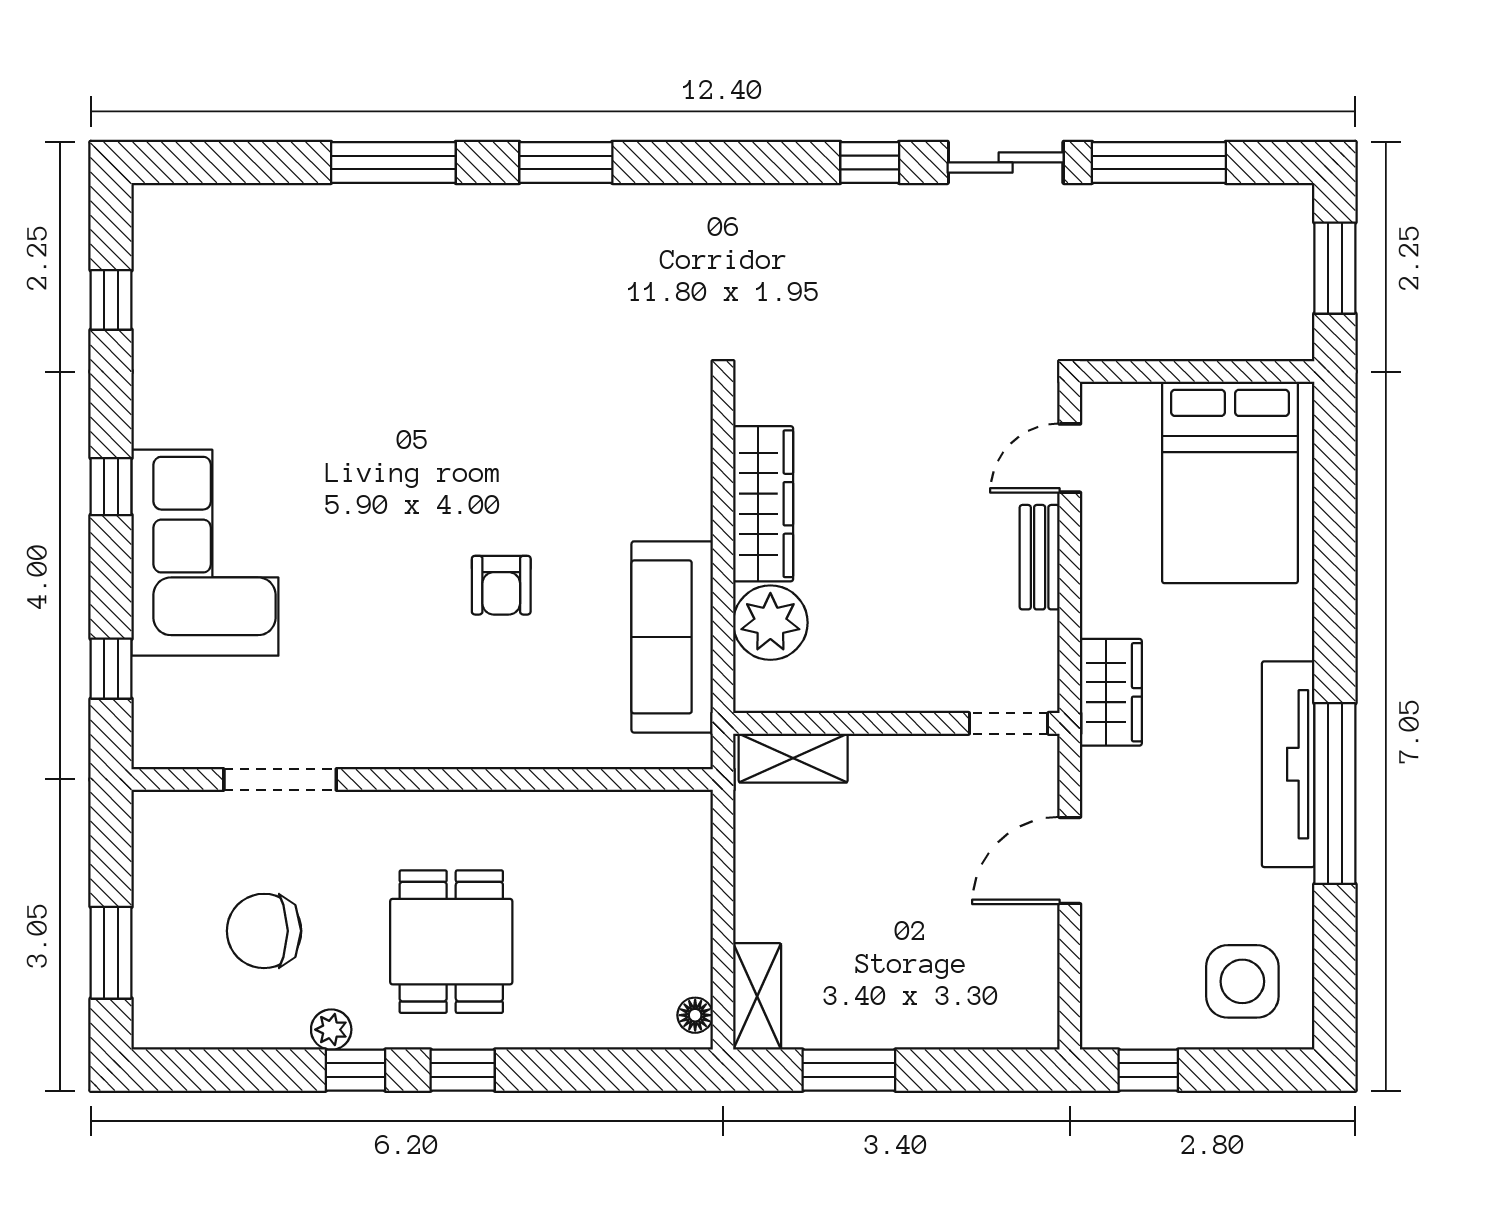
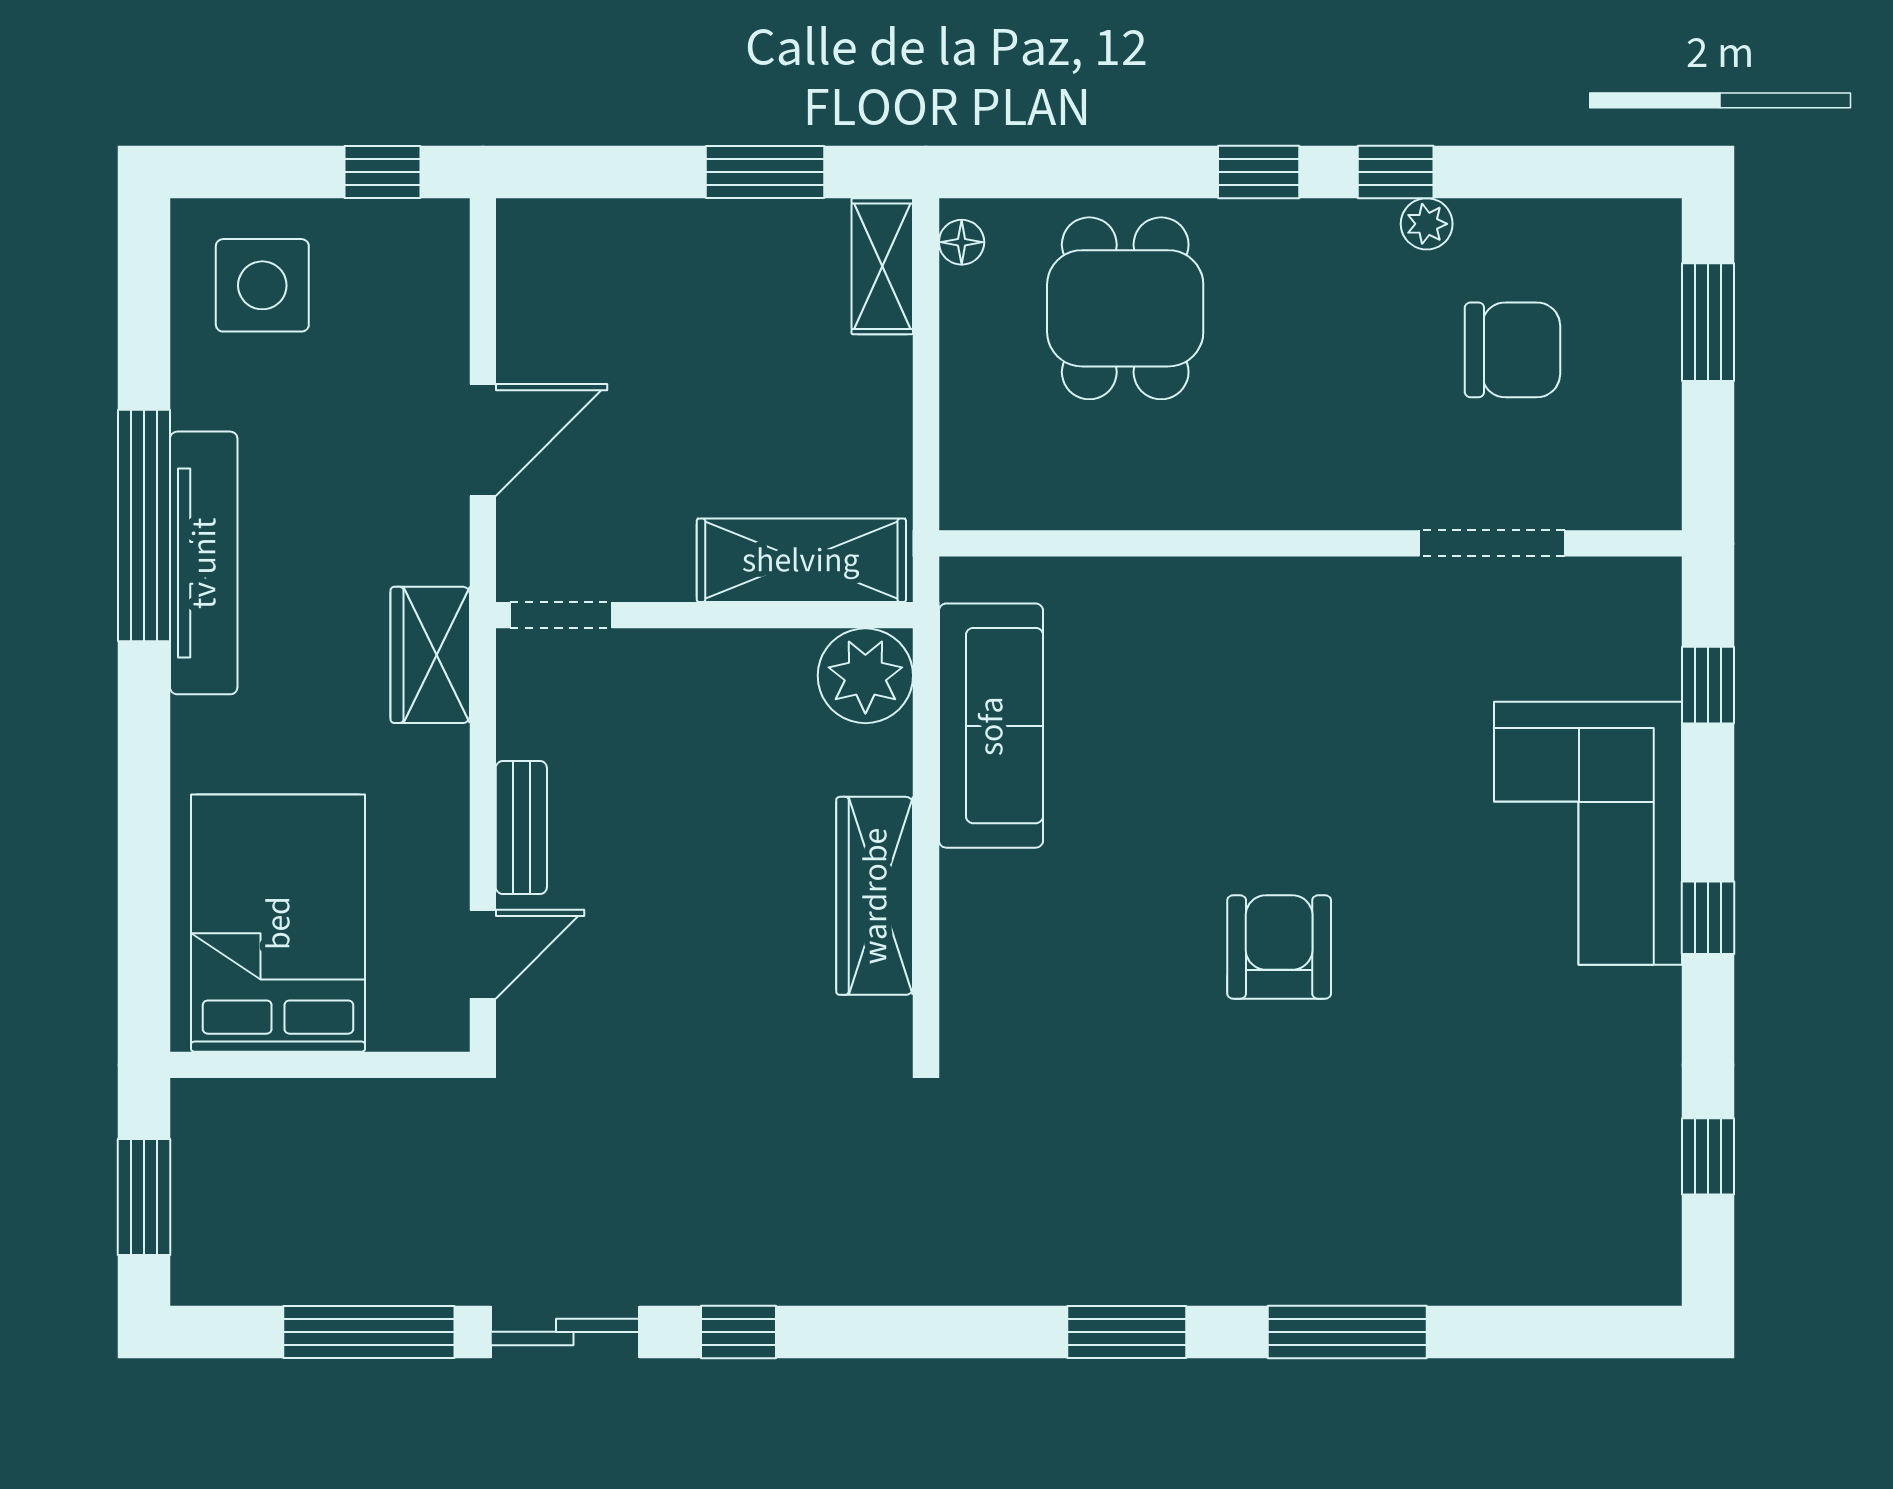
armchair: (501, 585) -> (1279, 947), moved, width x1.38, depth x1.38
plant: (770, 623) -> (865, 676), moved
shelving: (793, 758) -> (801, 560), width x1.50, depth x1.33
dining table: (451, 942) -> (1125, 308), moved

